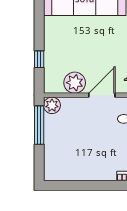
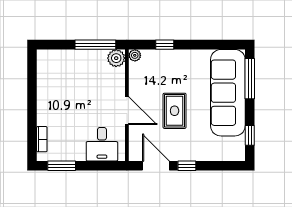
rug: (102, 50) -> (175, 111), added
plant: (75, 83) -> (135, 55), moved, width x0.53, depth x0.53

